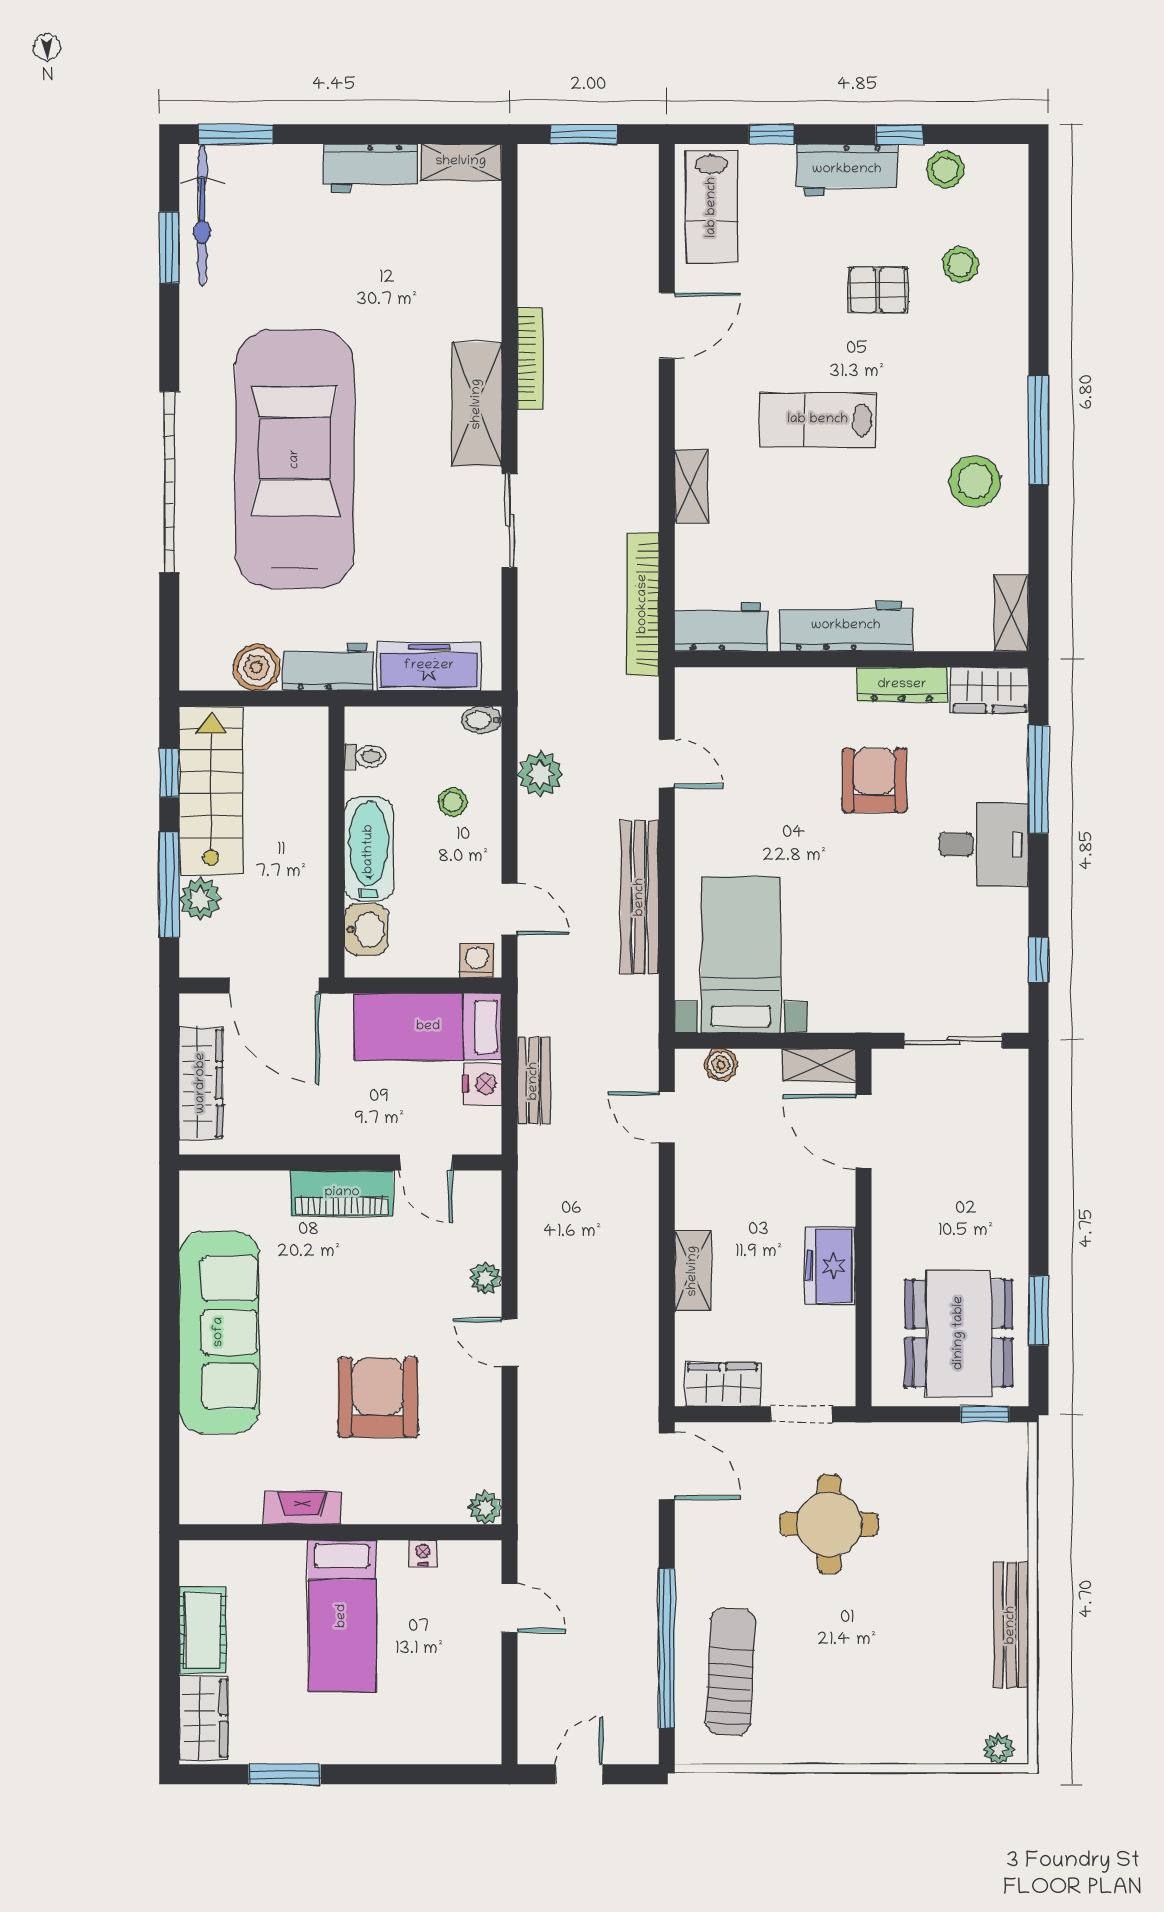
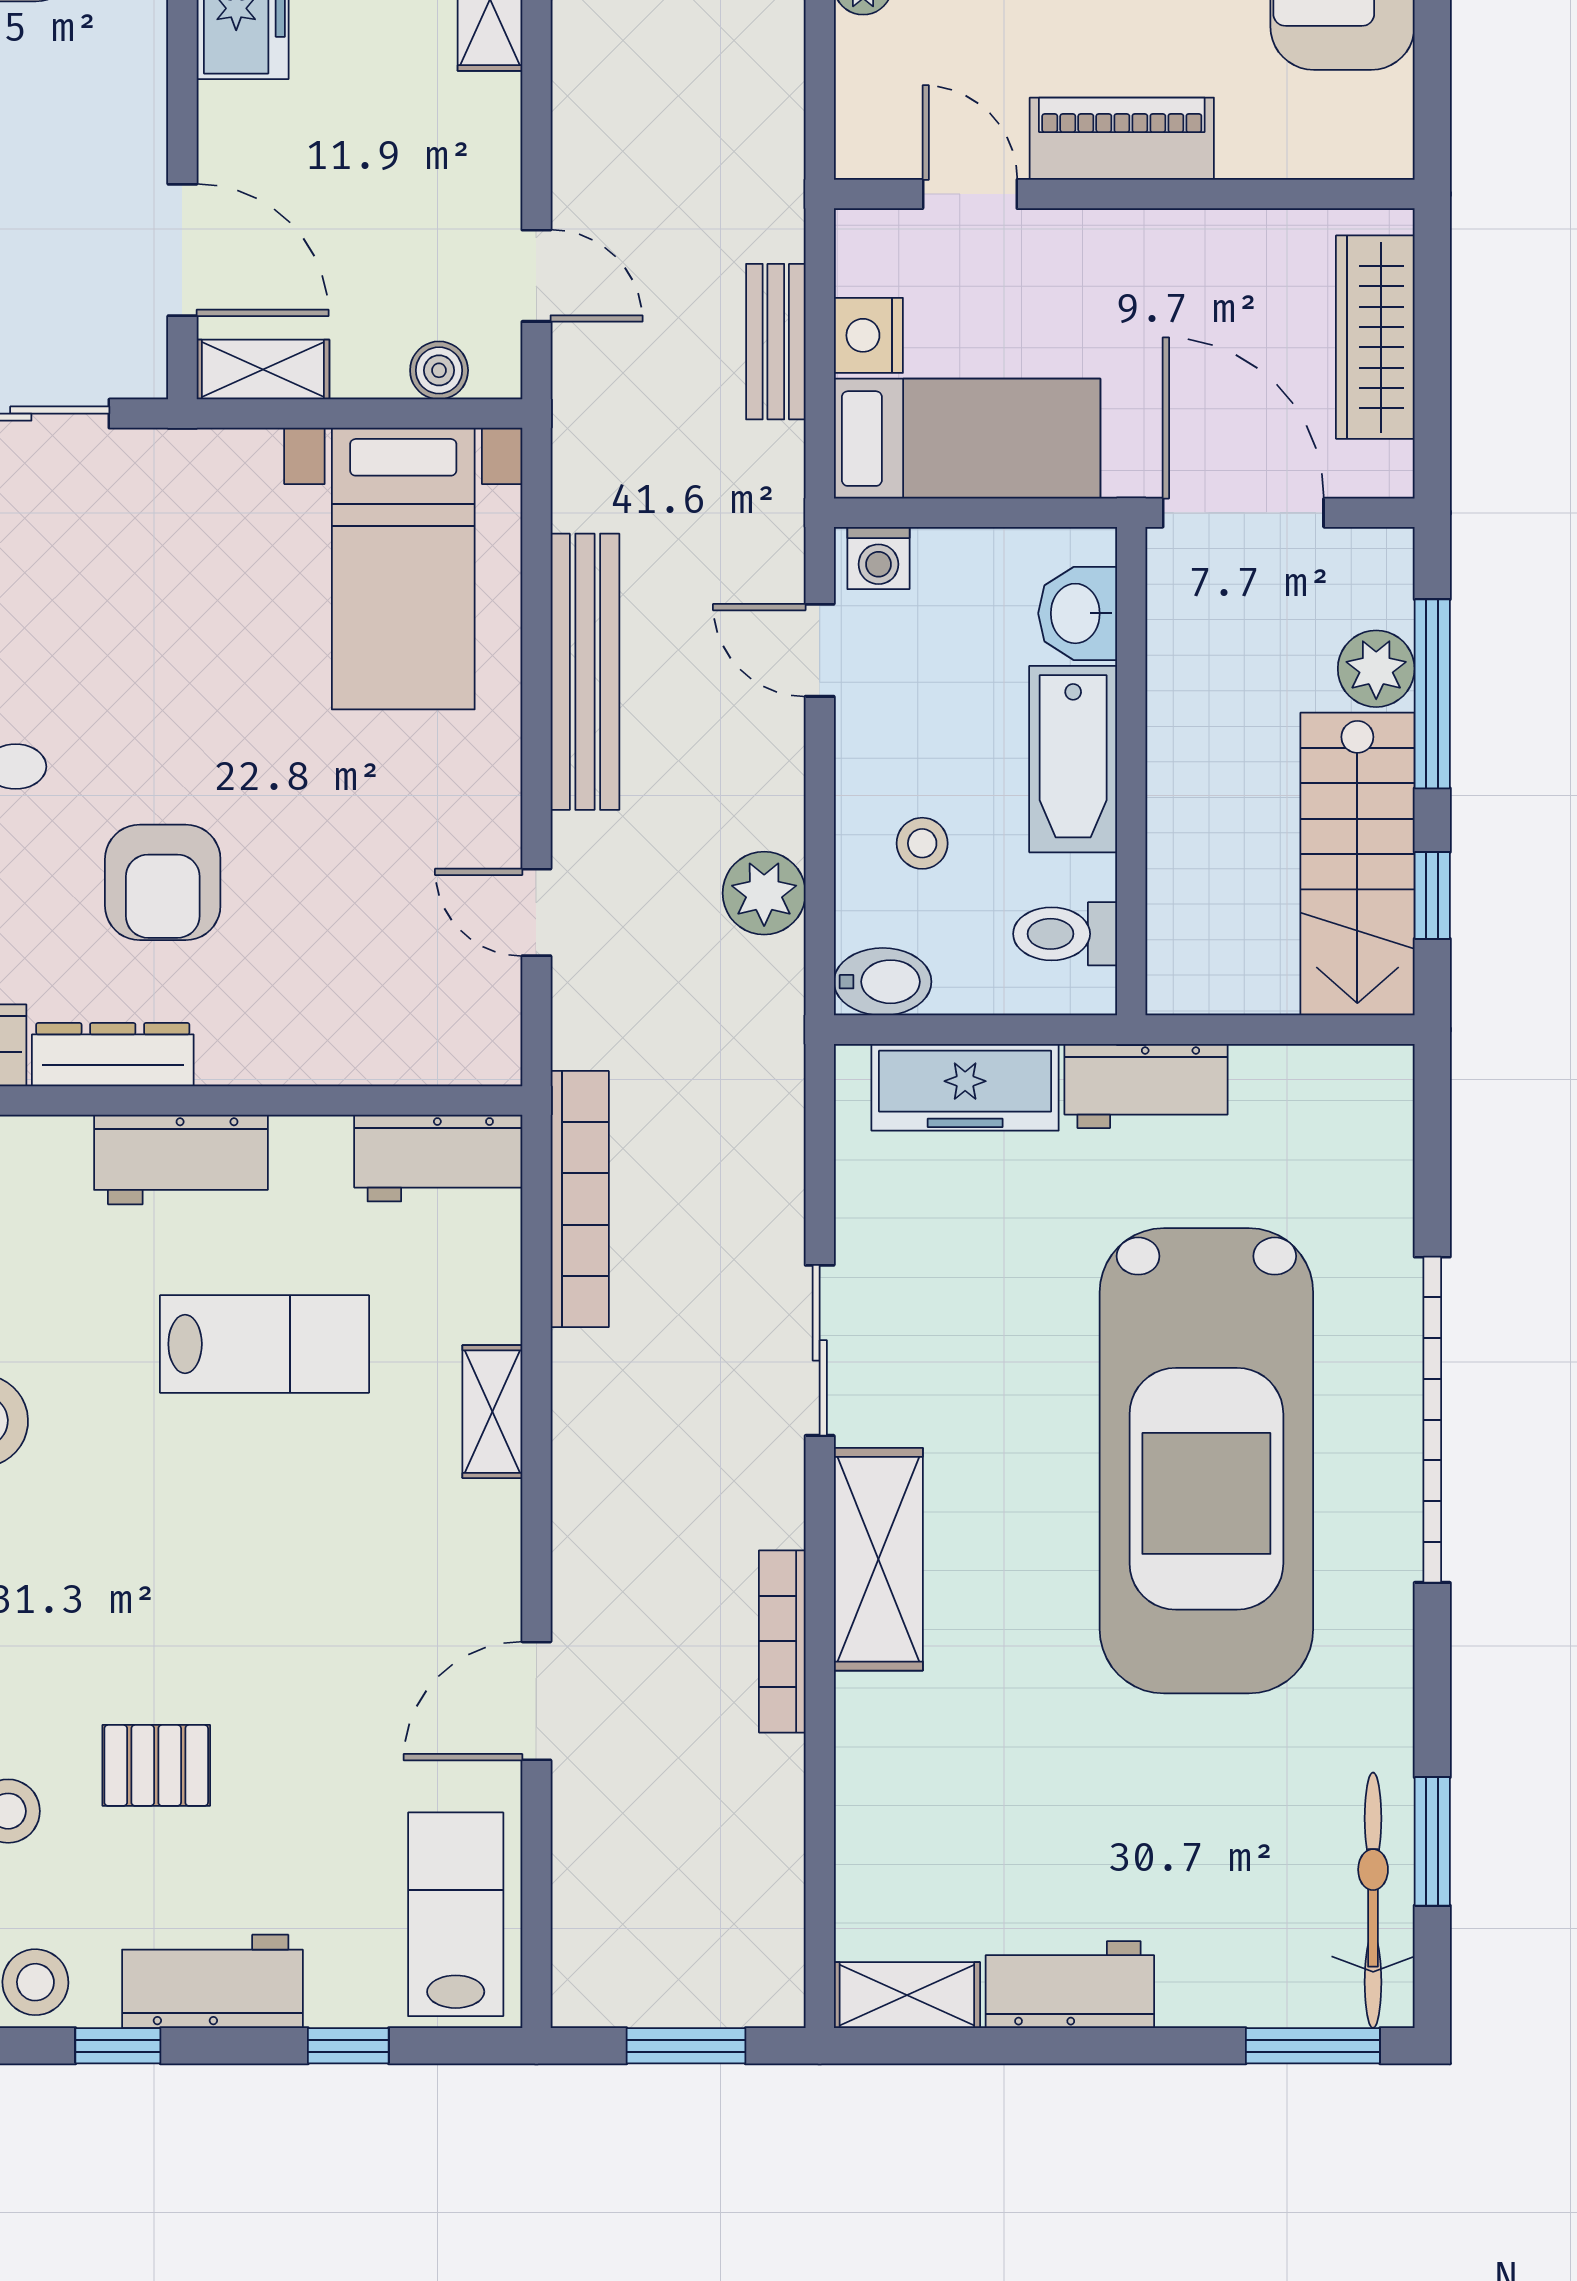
lab bench: (818, 420) -> (265, 1344), moved
workbench: (846, 626) -> (181, 1159), width x0.73
boiler: (257, 667) -> (1275, 1086), removed
bidet: (482, 720) -> (883, 982), width x1.38, depth x1.36
toilet: (365, 756) -> (1065, 934), width x1.37, depth x1.39

